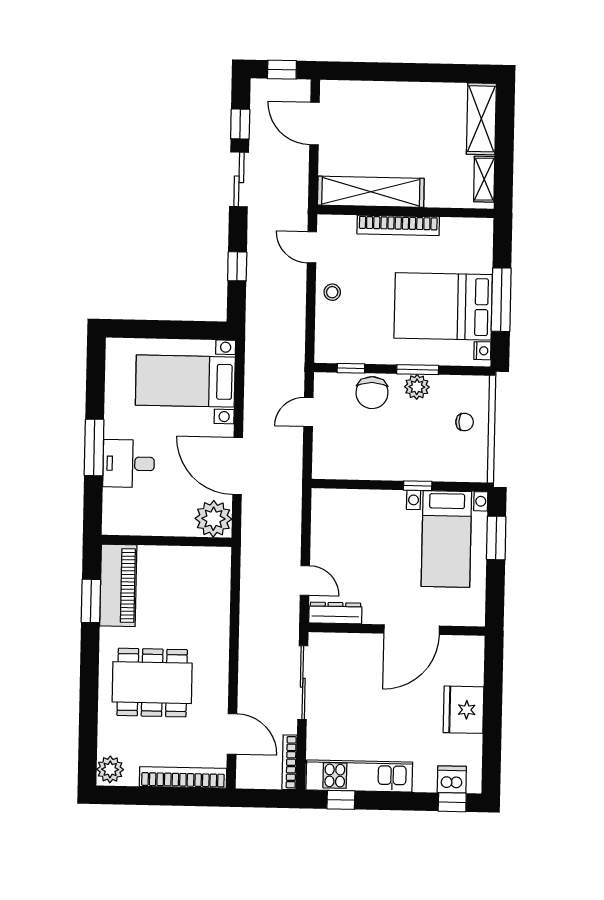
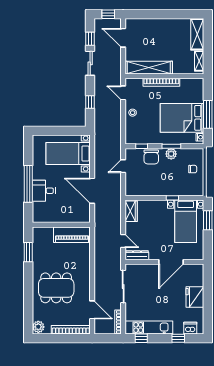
window: (94, 447) -> (28, 184), width x1.46
wardrobe: (324, 514) -> (131, 211), added
plant: (213, 519) -> (82, 214), removed
piano: (118, 585) -> (72, 235), moved, turned 90
window: (452, 802) -> (178, 338), moved

